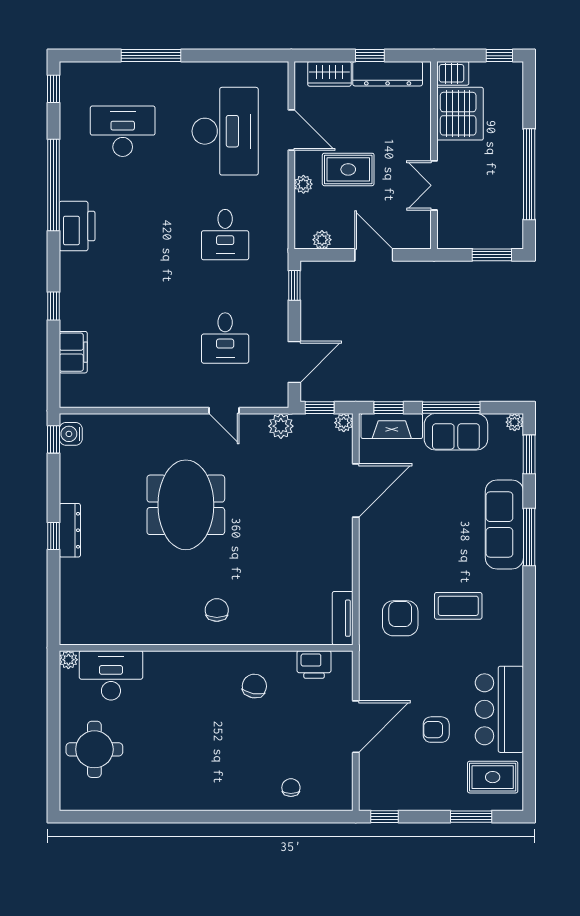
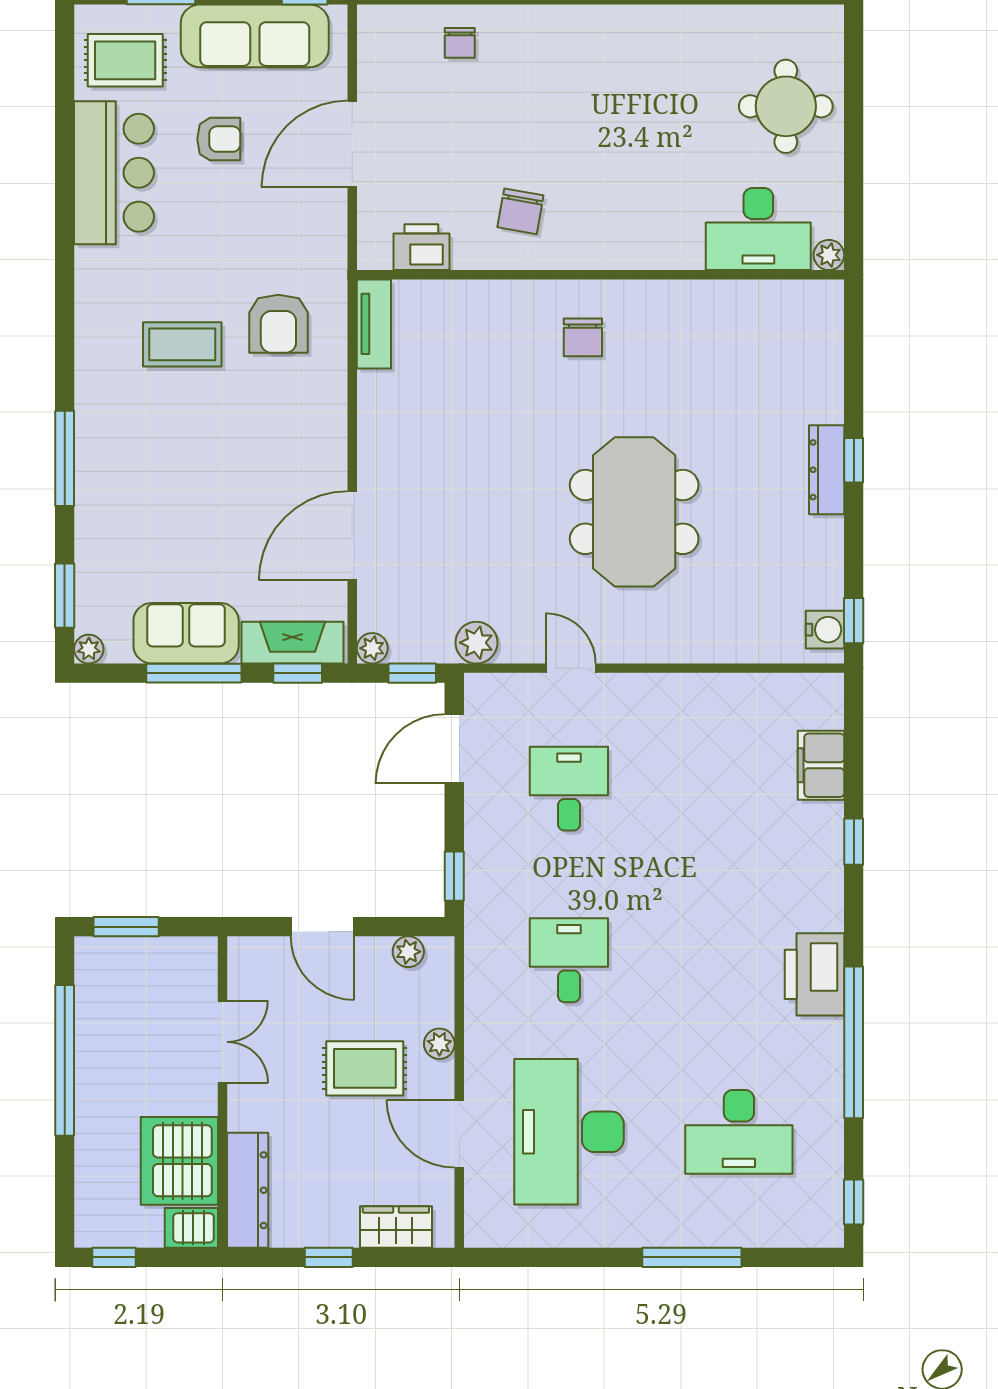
dresser: (388, 74) -> (248, 1190), moved, turned 90
sofa: (504, 524) -> (255, 36), moved, turned 90

